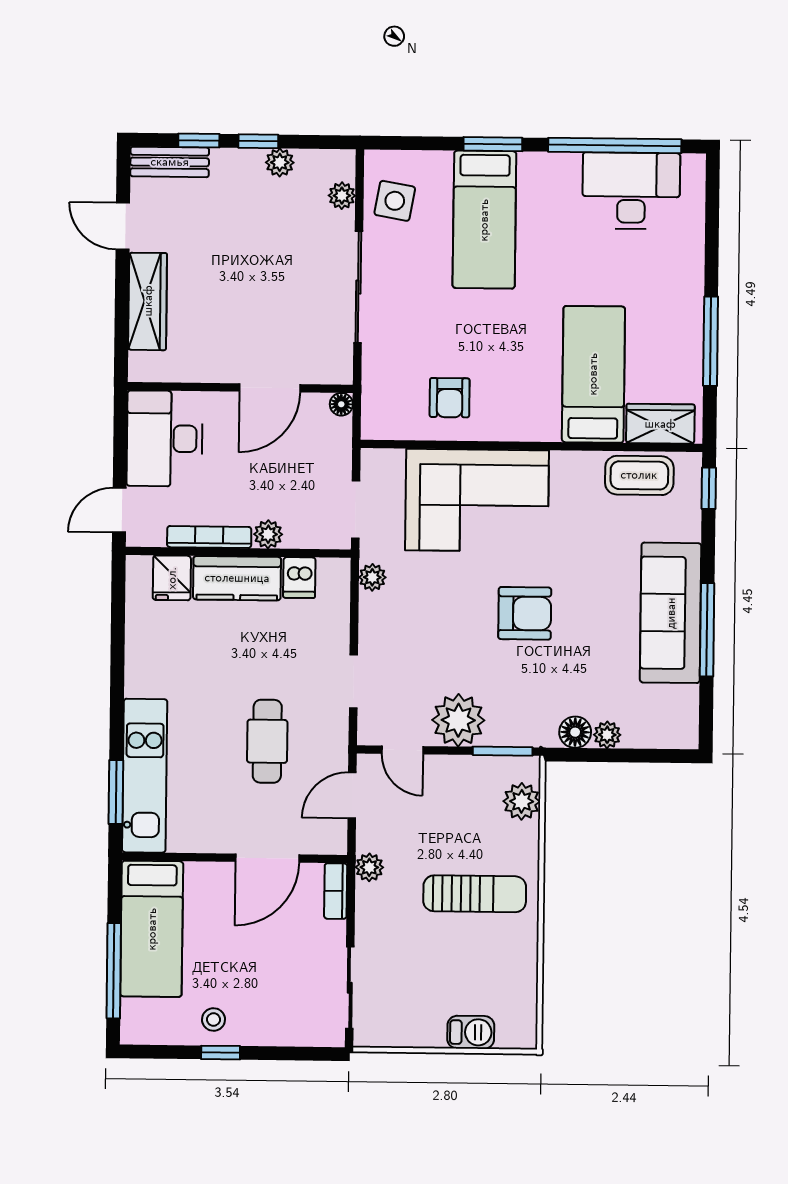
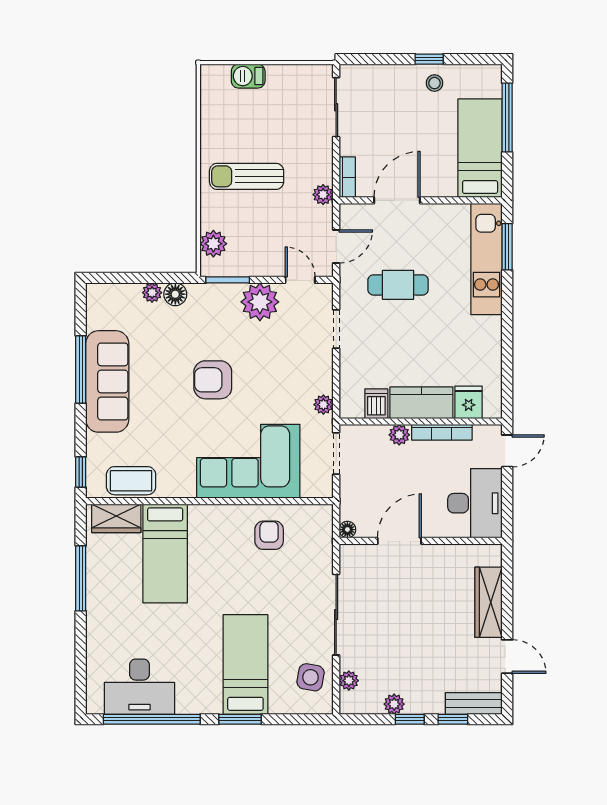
cafe table: (267, 741) -> (398, 285), turned 90

